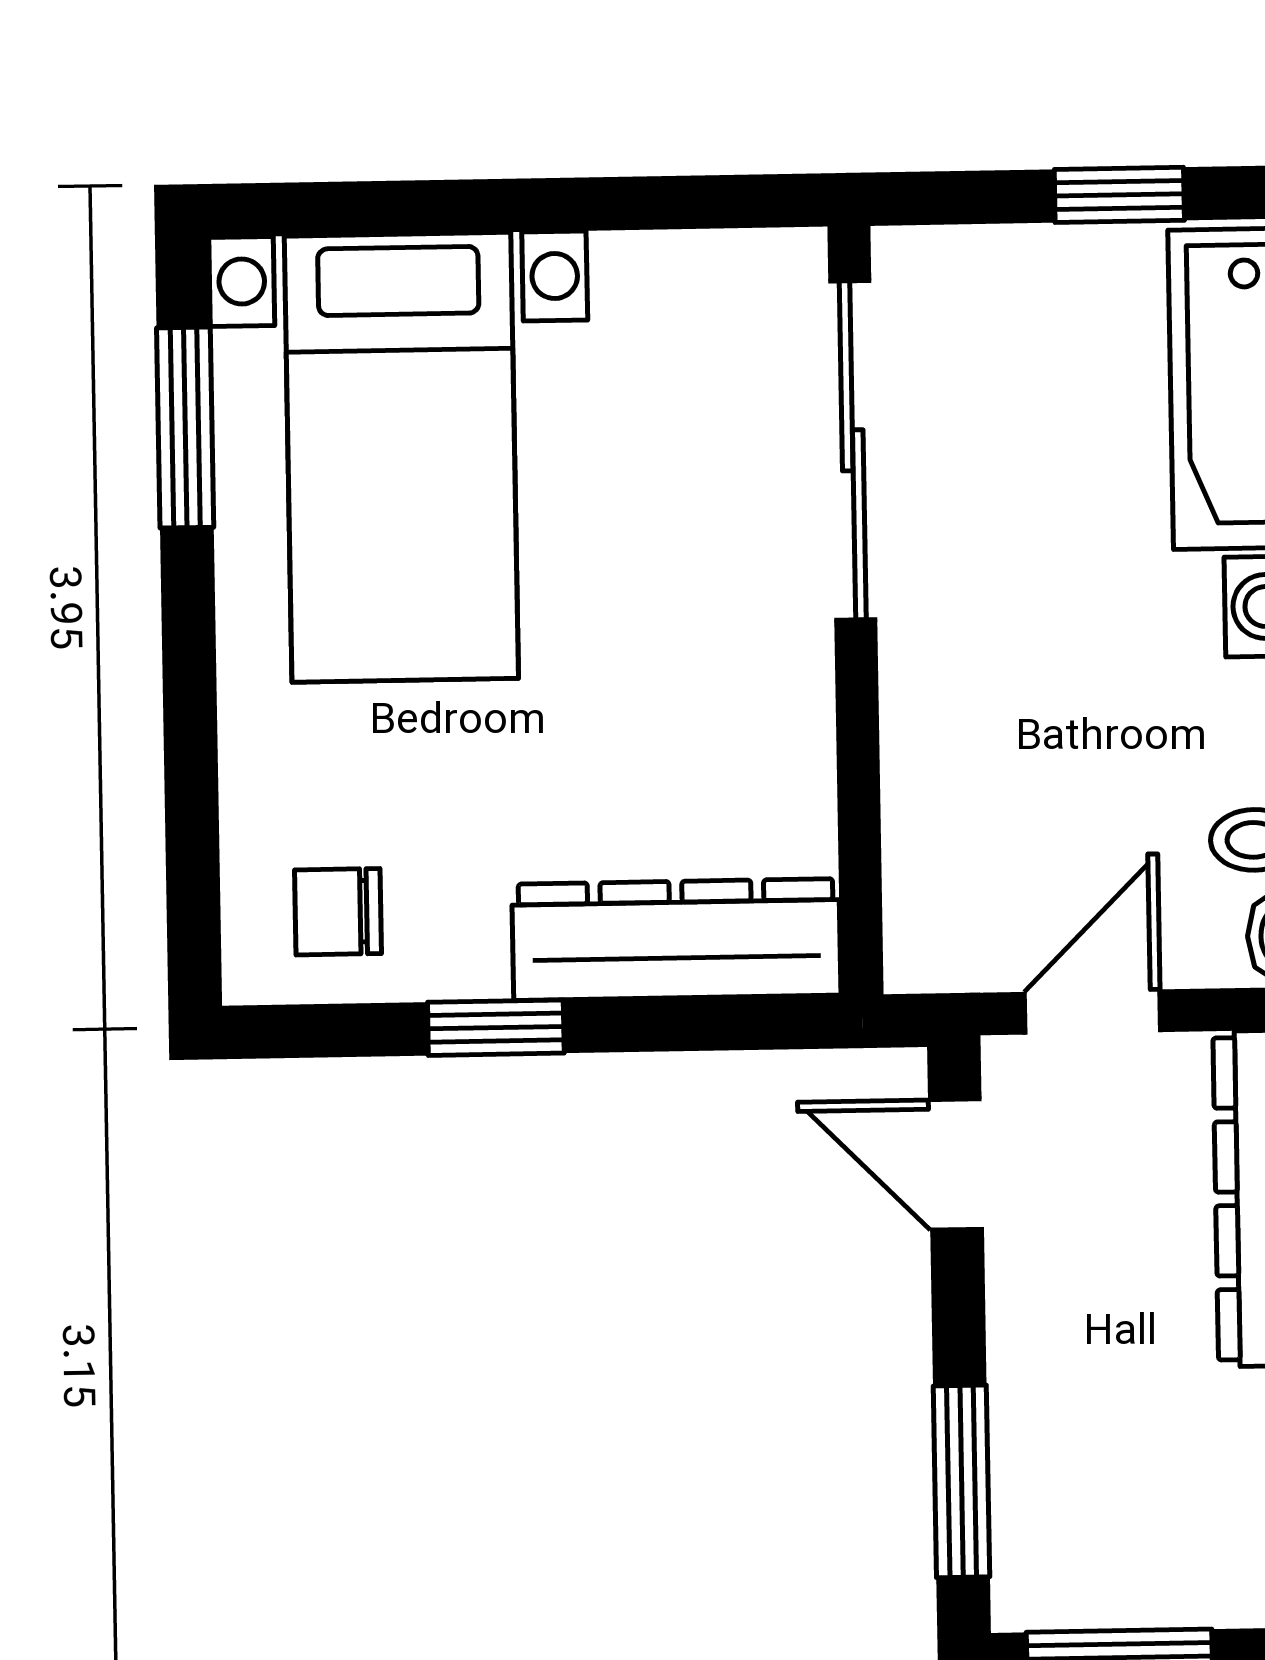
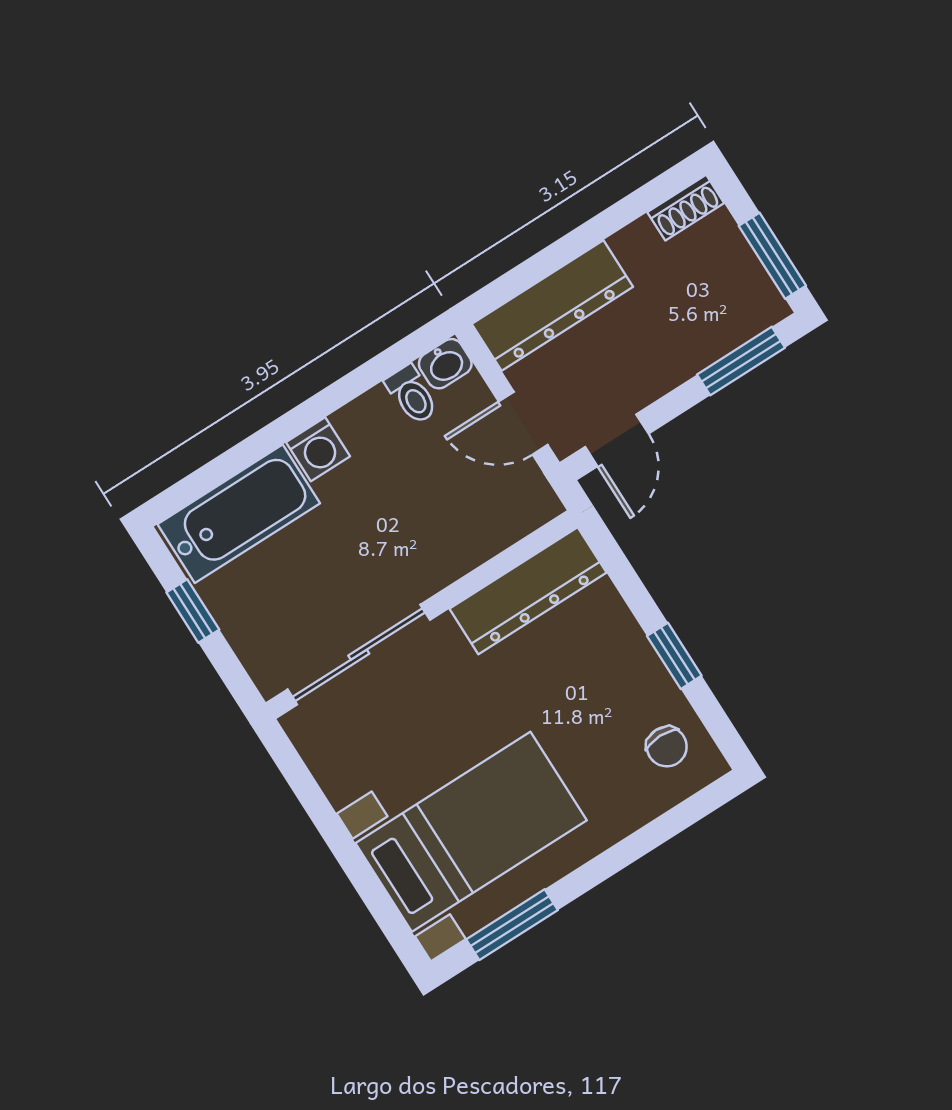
dresser: (676, 940) -> (528, 591), moved, turned -90

